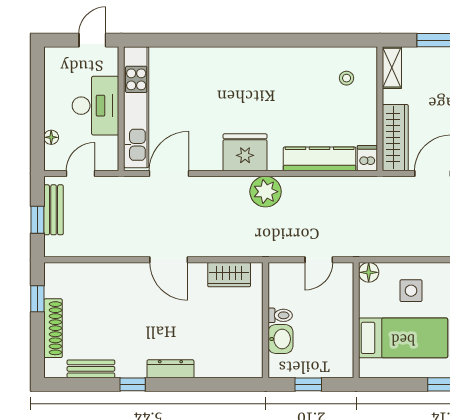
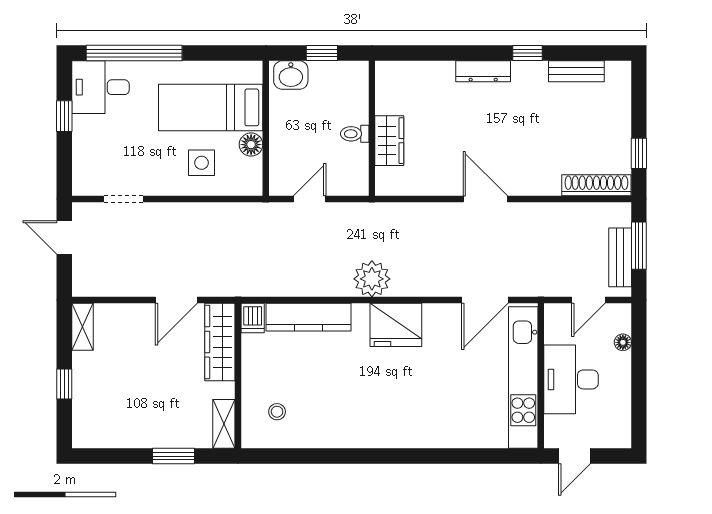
window: (37, 220) -> (639, 246), width x1.50
floor lamp: (369, 272) -> (251, 145), moved
wardrobe: (229, 275) -> (389, 141), moved, turned 90
shoe rack: (53, 328) -> (596, 185), moved, turned 90
washbasin: (280, 339) -> (291, 75), moved, turned -90

